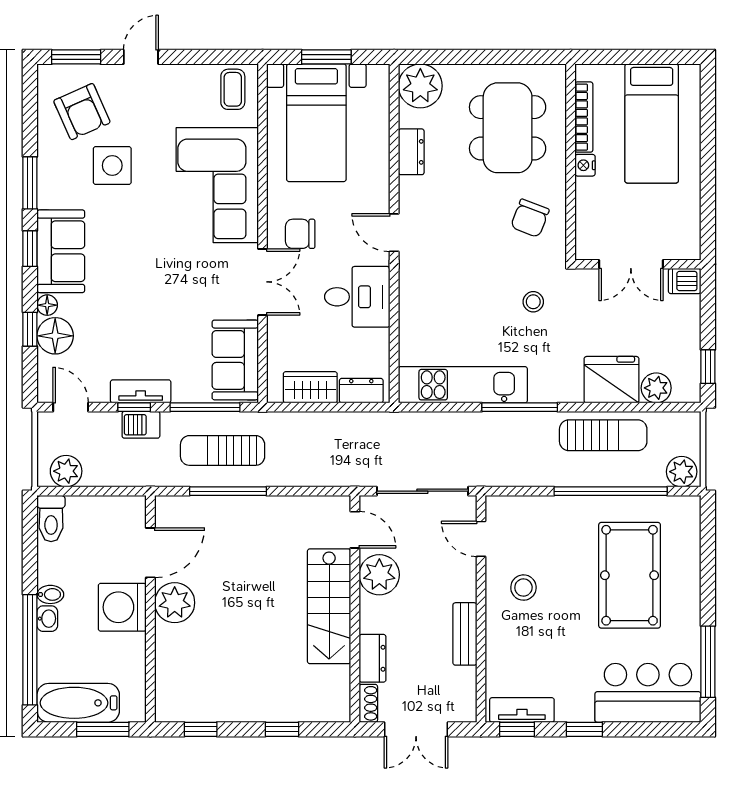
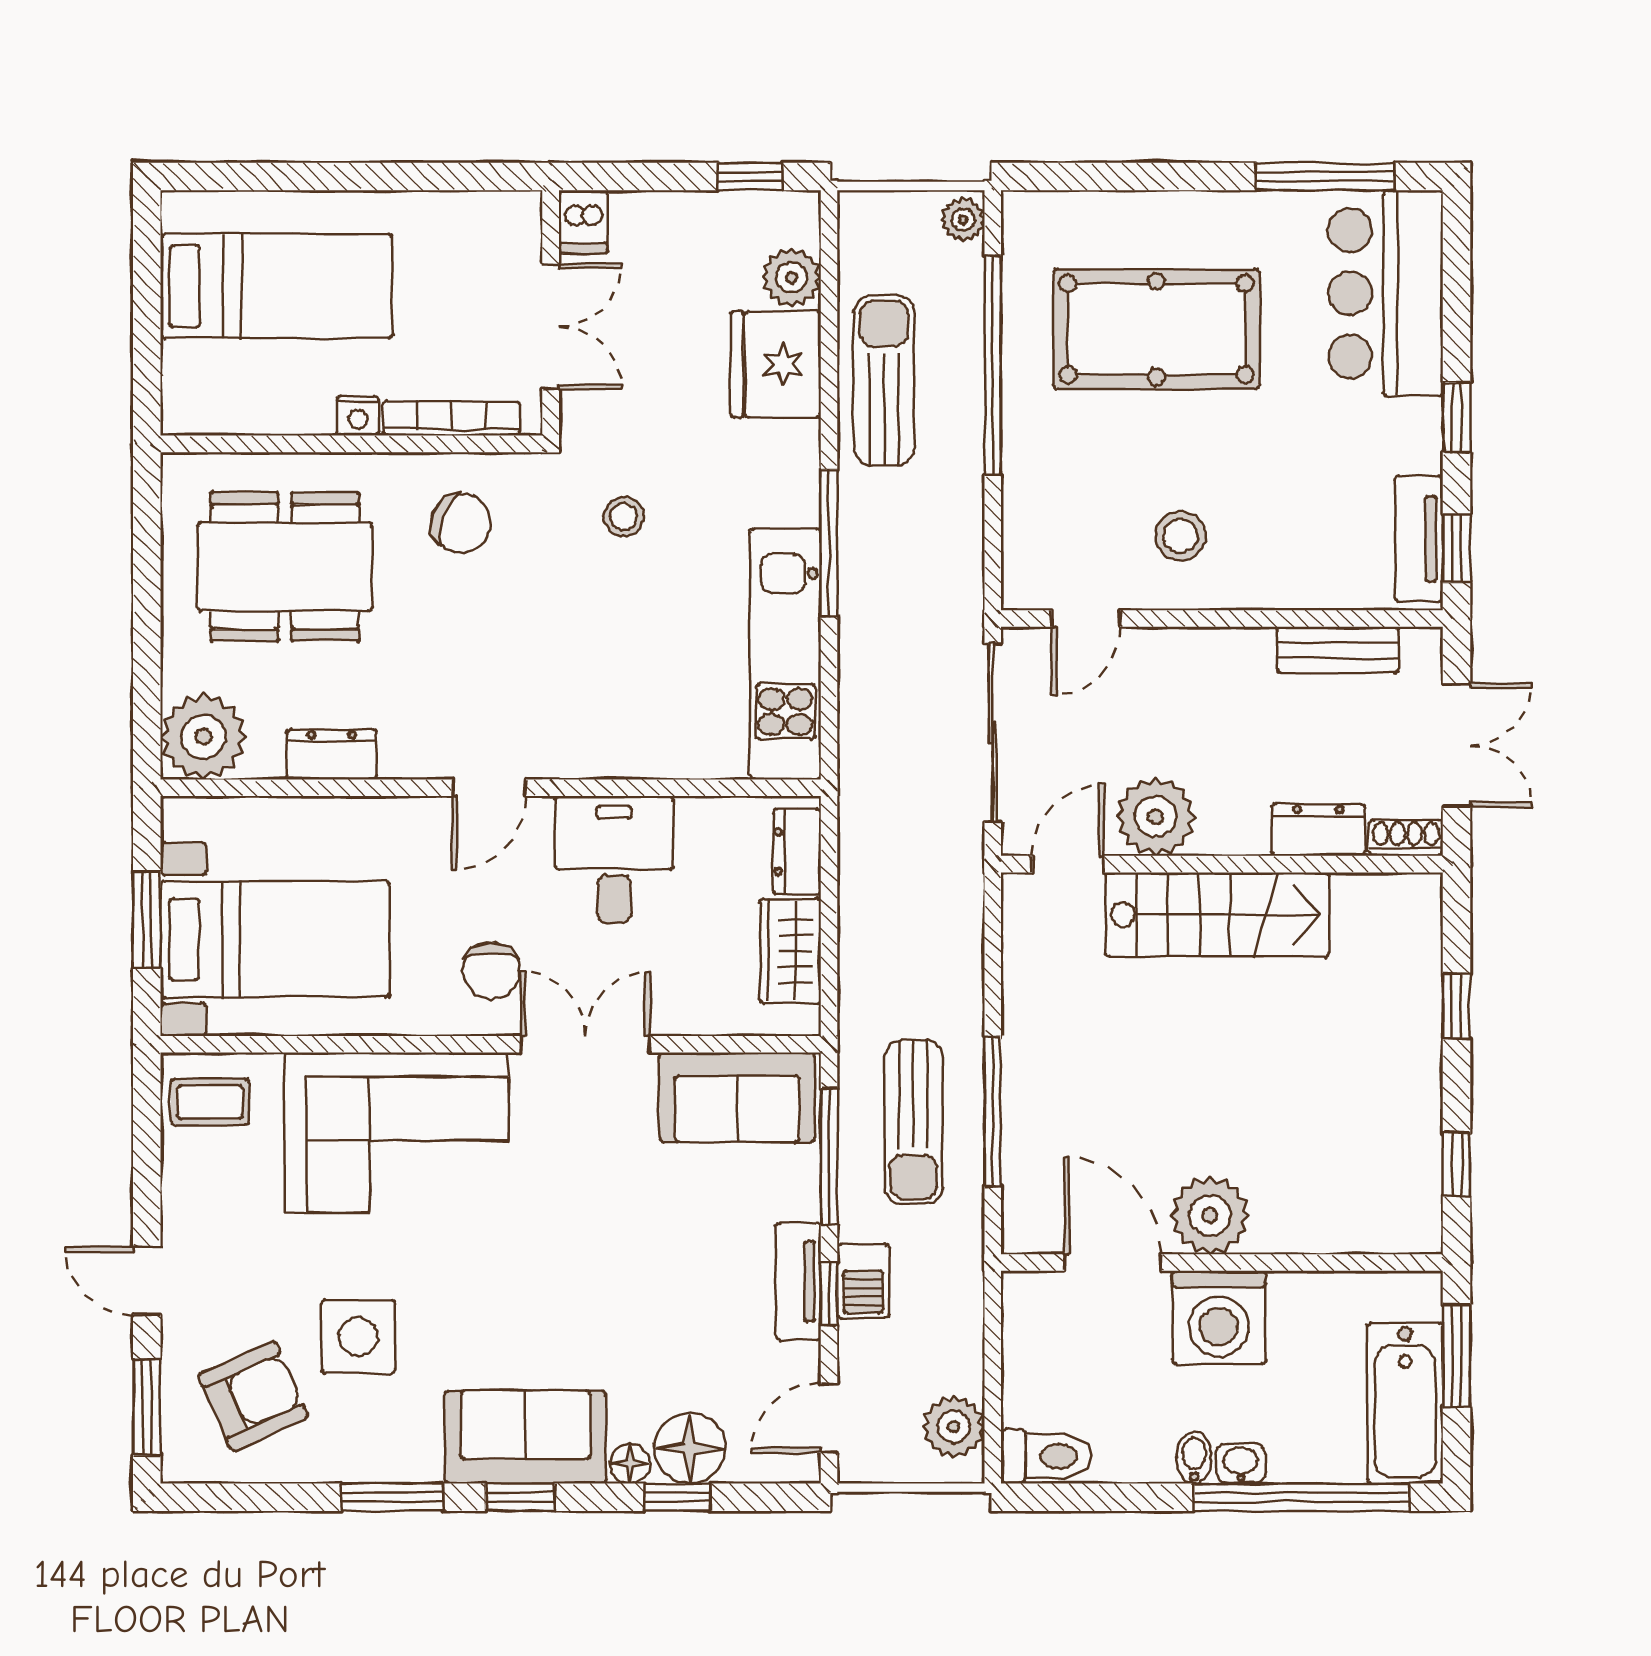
bookcase: (584, 117) -> (452, 418), moved
plant: (682, 472) -> (963, 220), width x0.73, depth x0.73
bench: (465, 634) -> (1338, 650), moved

